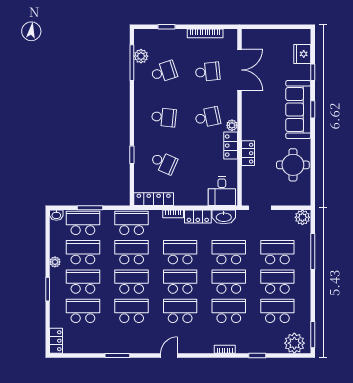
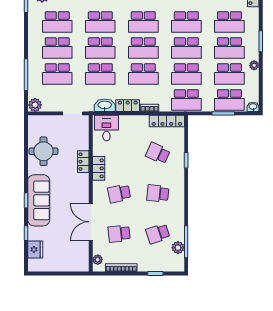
double door: (240, 70) -> (91, 222), moved
plant: (232, 125) -> (98, 260), moved

